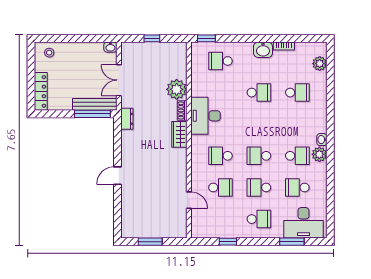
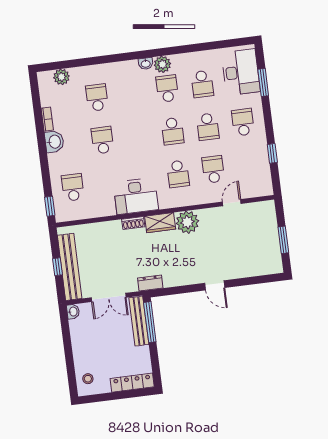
bench: (150, 49) -> (70, 267), added
school desk: (220, 61) -> (73, 187), turned 180
plant: (177, 89) -> (187, 222), moved

